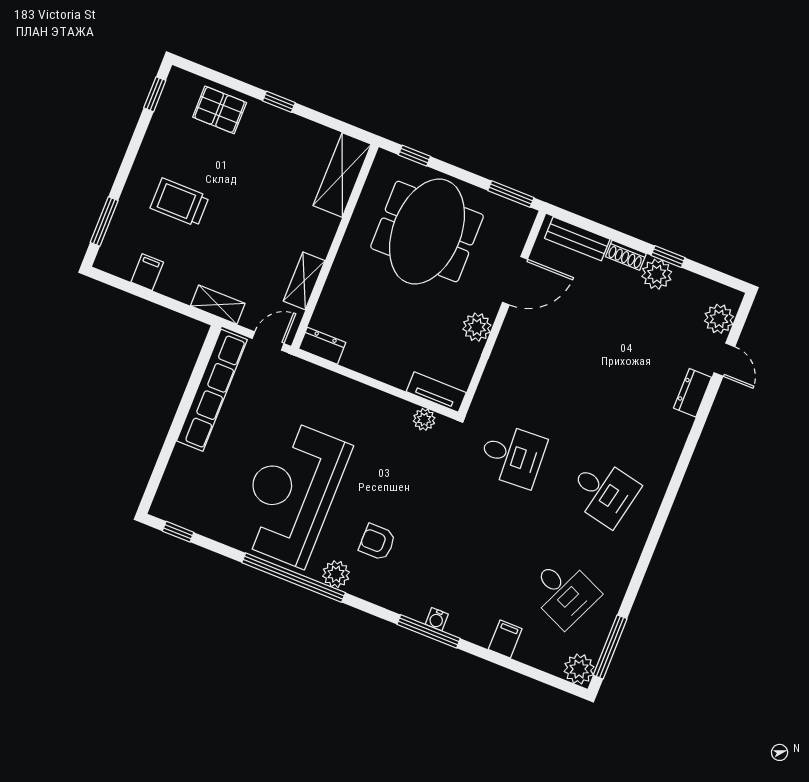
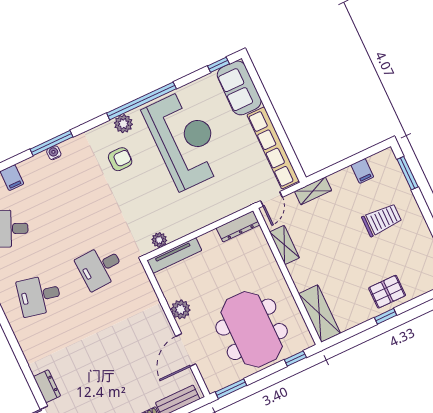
pallet: (220, 110) -> (387, 292), moved
dresser: (322, 346) -> (238, 226), width x1.44
tv unit: (436, 392) -> (174, 255), width x1.41
sofa: (182, 486) -> (239, 88), added

